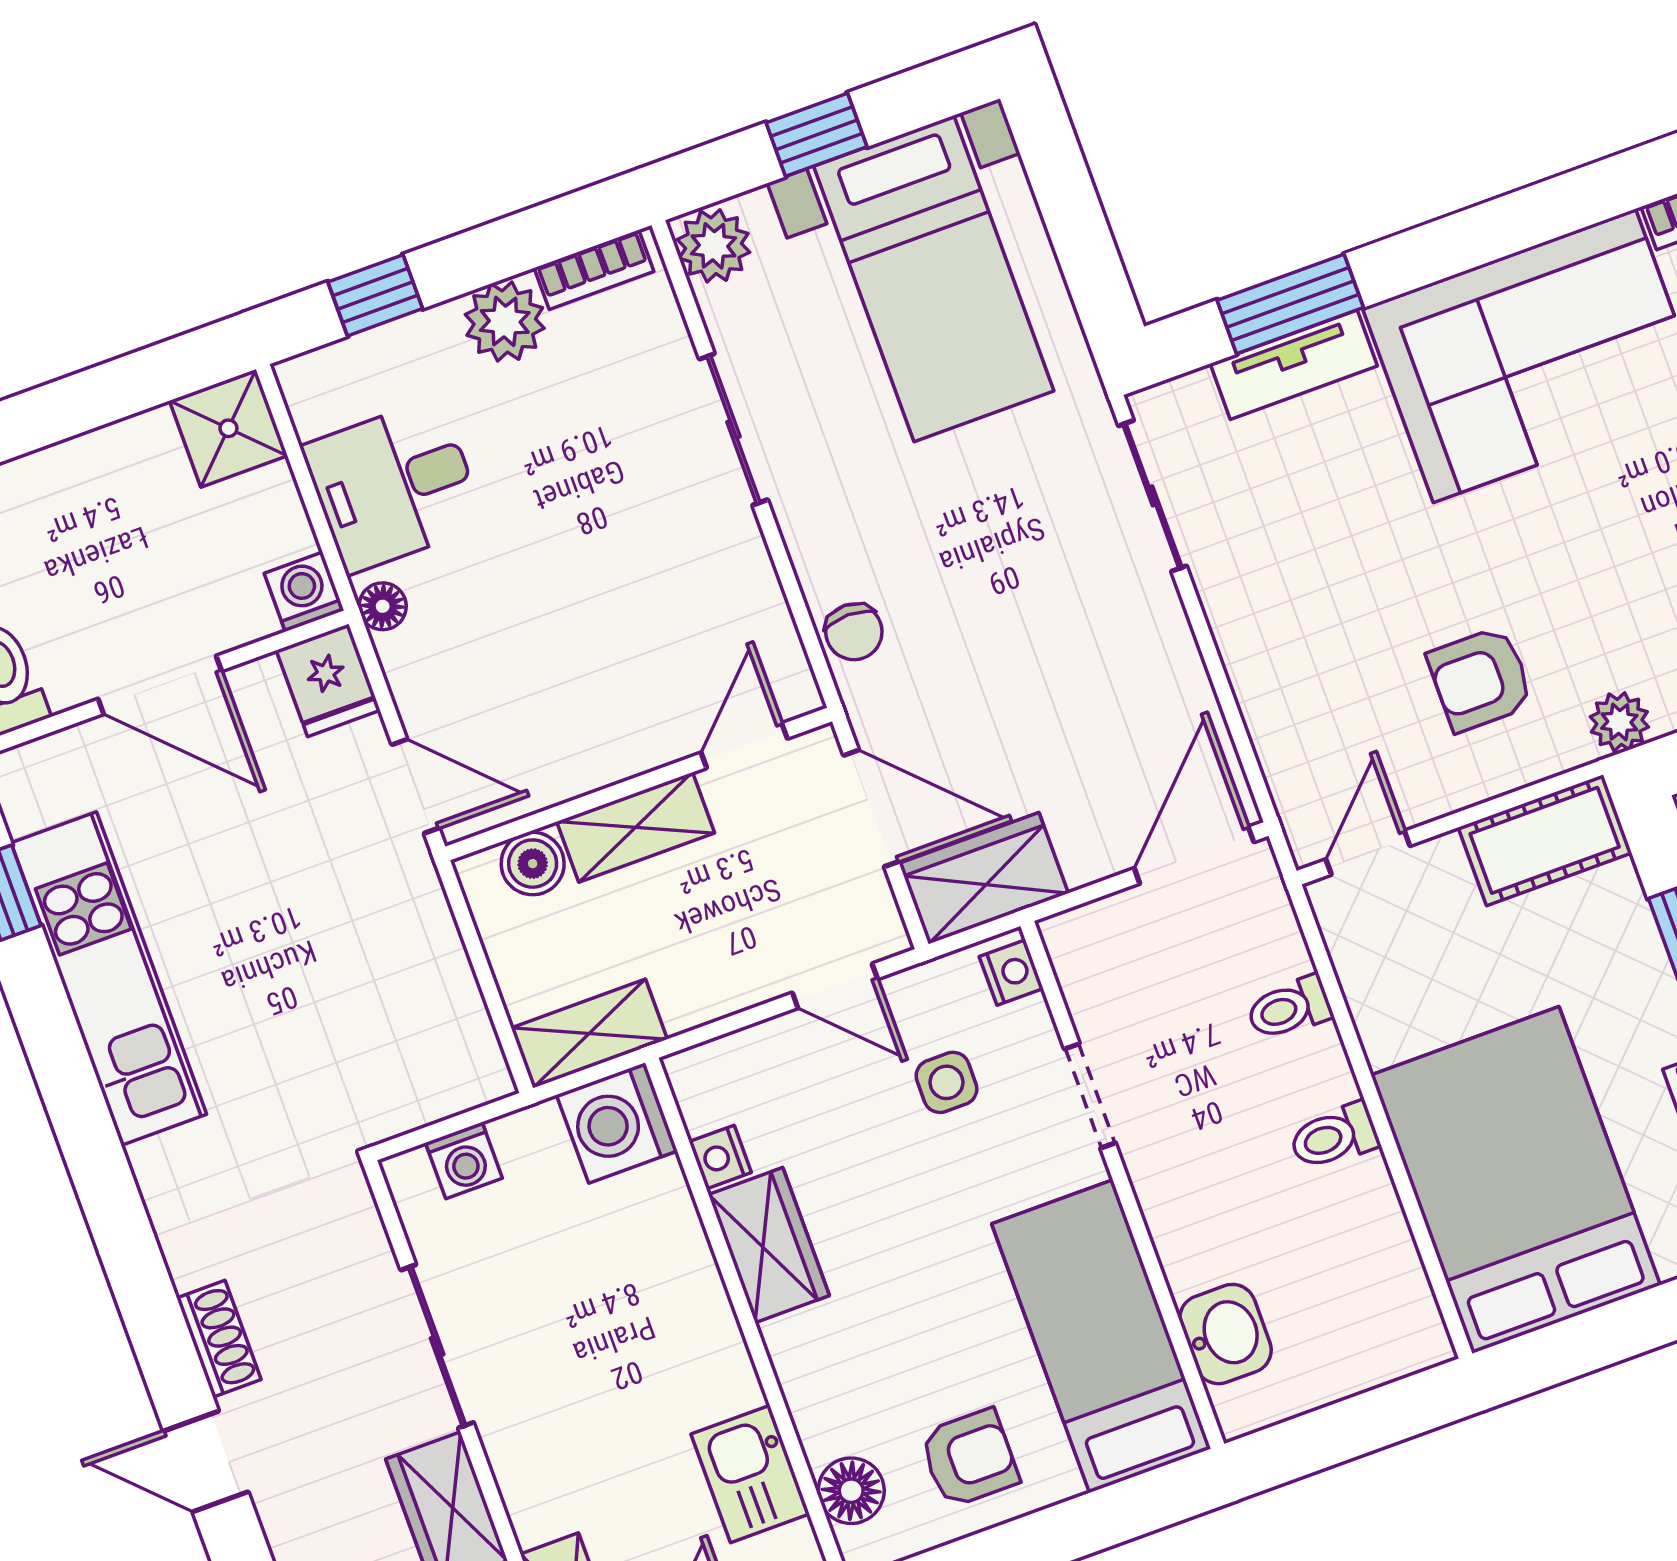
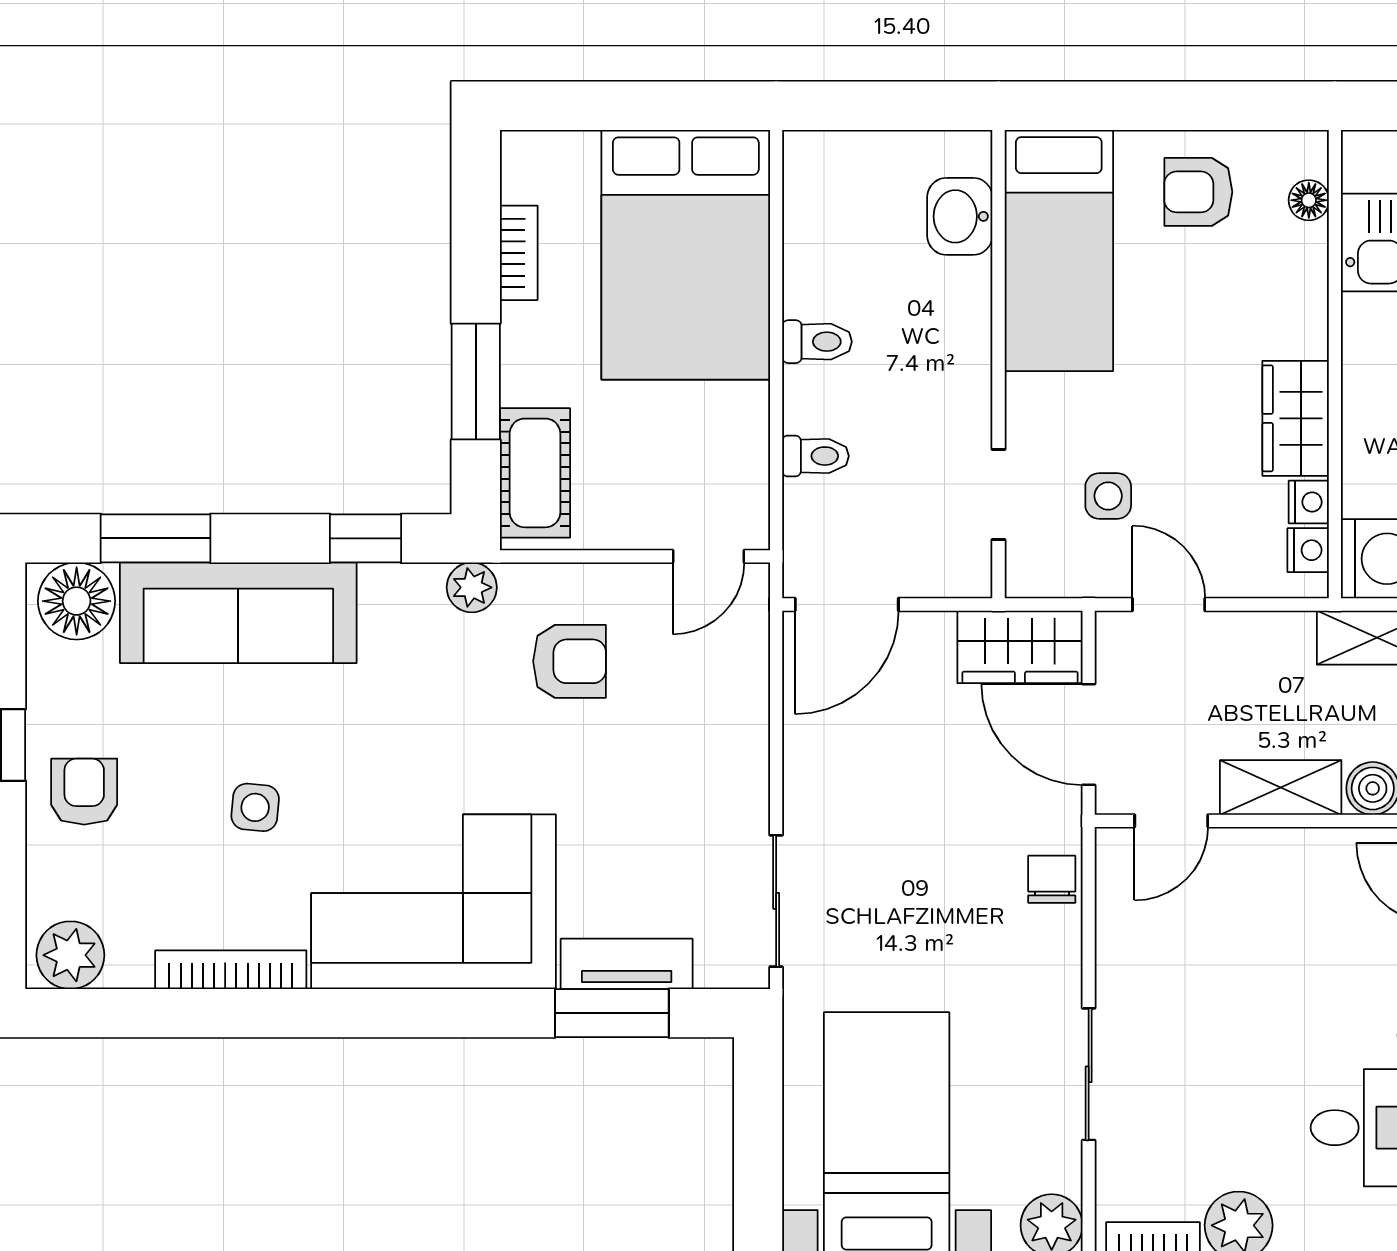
cot: (1545, 840) -> (535, 473), moved, turned 90
nightstand: (1011, 973) -> (1308, 550), moved, turned 180
doorway: (1090, 1096) -> (998, 494), moved
floor lamp: (851, 1491) -> (1309, 200), width x0.73, depth x0.73

